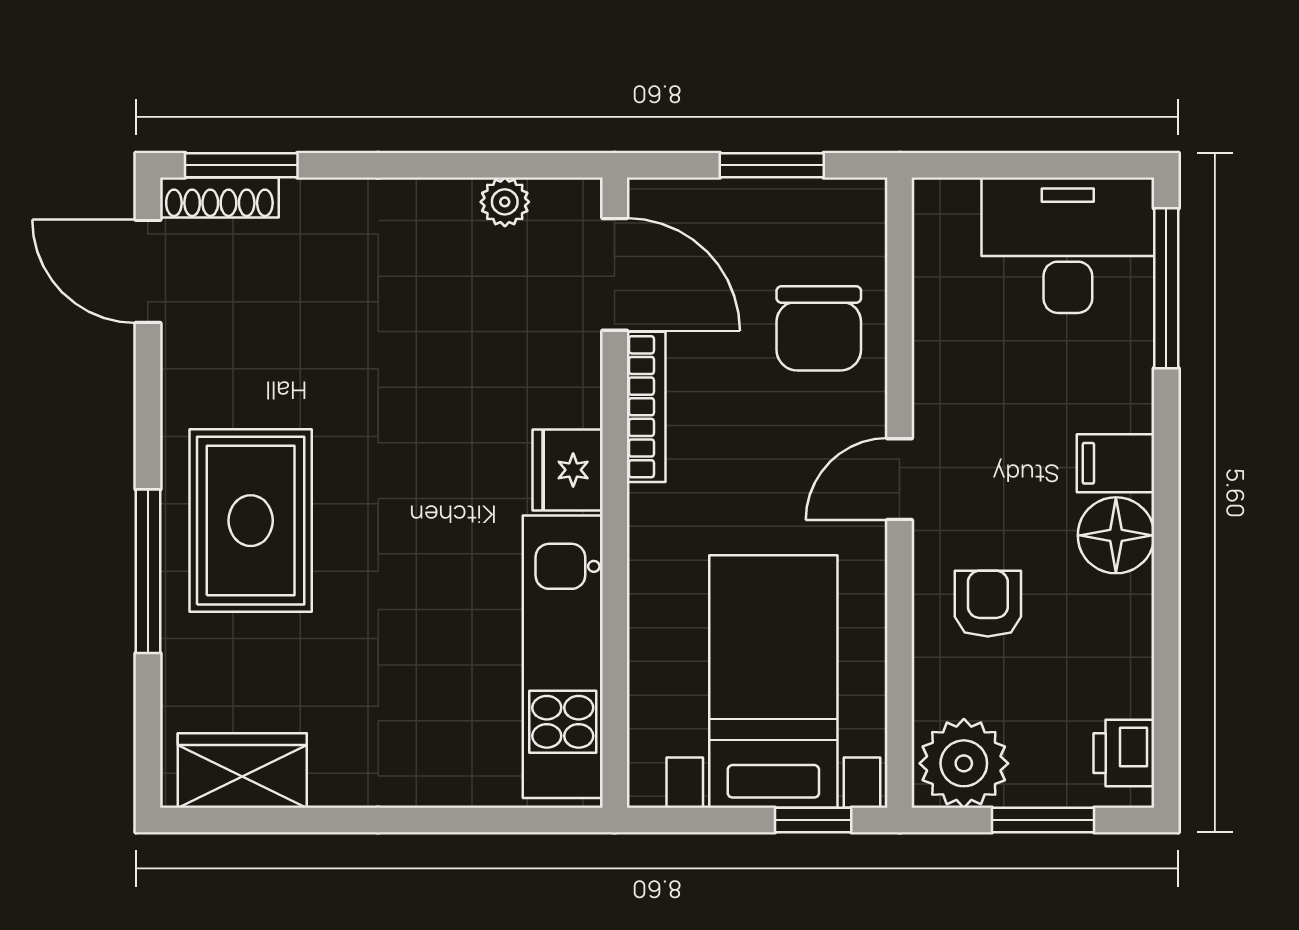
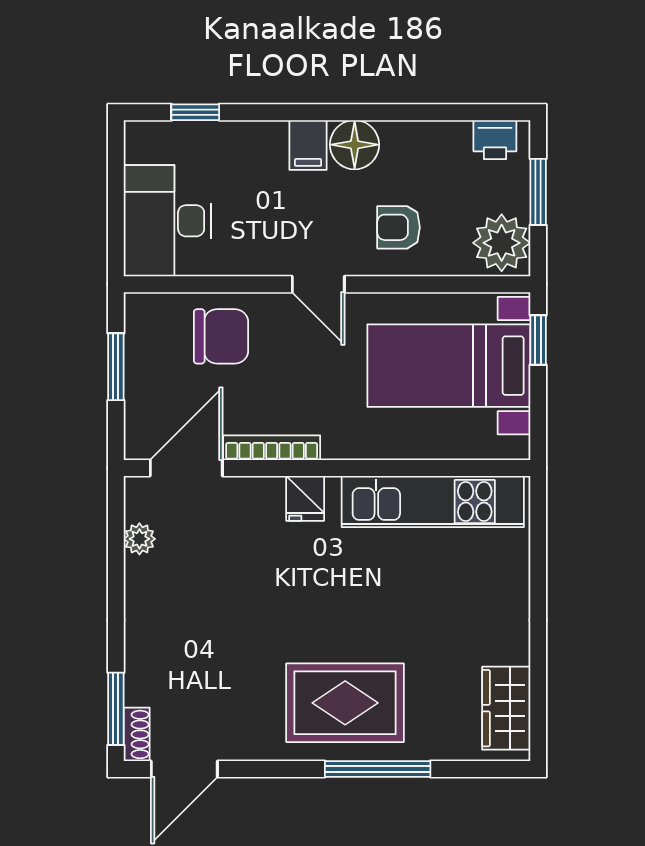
shoe rack: (219, 198) -> (137, 734), width x0.70
desk: (1068, 245) -> (167, 221), moved
window: (1166, 288) -> (195, 112), width x0.46
fridge: (568, 470) -> (305, 498), width x0.72

